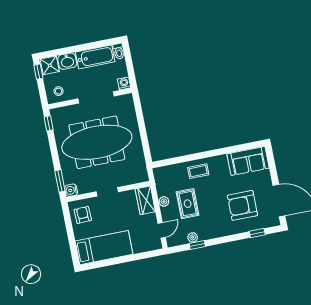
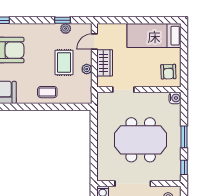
meeting table: (97, 142) -> (141, 140), width x0.73
window: (60, 181) -> (184, 137), moved
doorway: (107, 192) -> (123, 90), moved
wardrobe: (145, 200) -> (105, 63), moved

